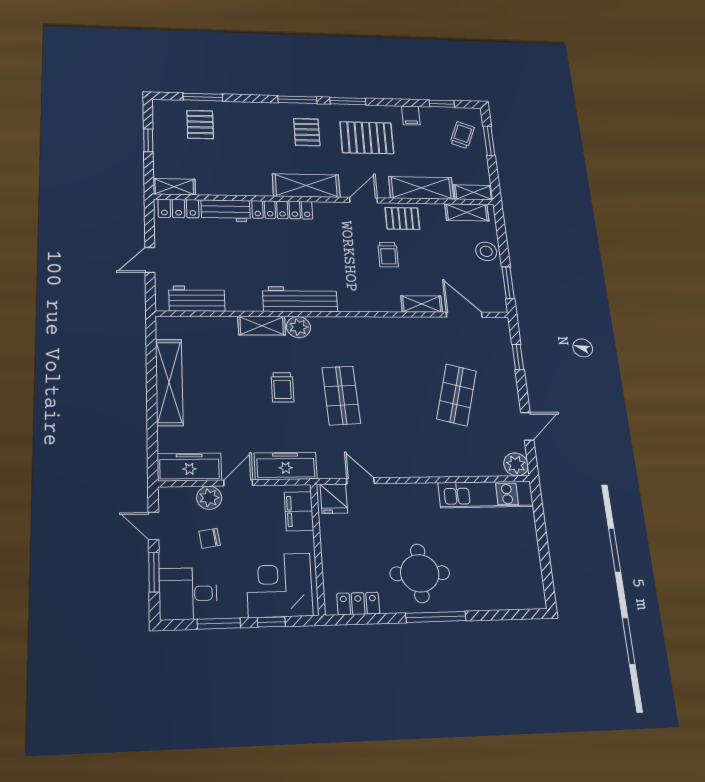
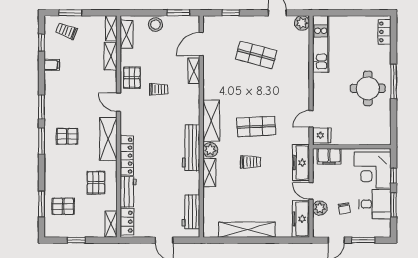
pallet: (367, 138) -> (96, 183), moved, width x0.67, depth x0.71
shelving: (421, 188) -> (111, 56), width x0.67, depth x0.75
shelving: (346, 329) -> (211, 121), added
desk: (188, 594) -> (375, 204), moved, turned -90
locker: (358, 604) -> (385, 32), moved

